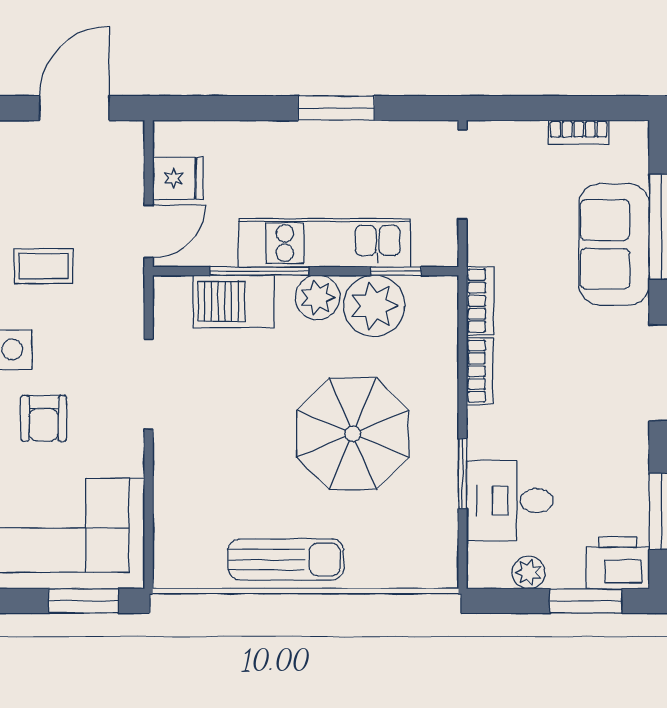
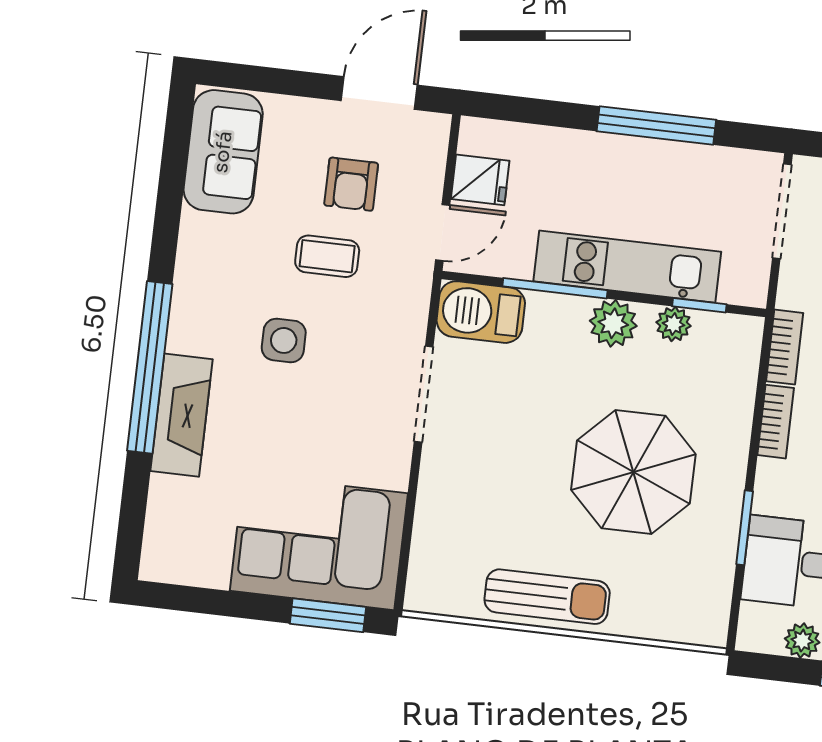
window: (336, 108) -> (656, 125), width x1.44
barbecue: (234, 301) -> (481, 312), moved
plant: (374, 306) -> (673, 324), width x0.53, depth x0.53
armchair: (44, 418) -> (351, 184), moved

